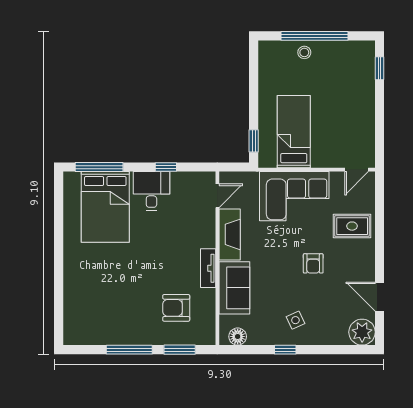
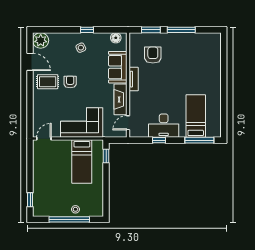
desk: (151, 191) -> (164, 126), width x1.37
bed: (105, 207) -> (196, 116), width x0.67
rug: (352, 226) -> (48, 82), moved
armchair: (176, 308) -> (153, 55), turned -90

